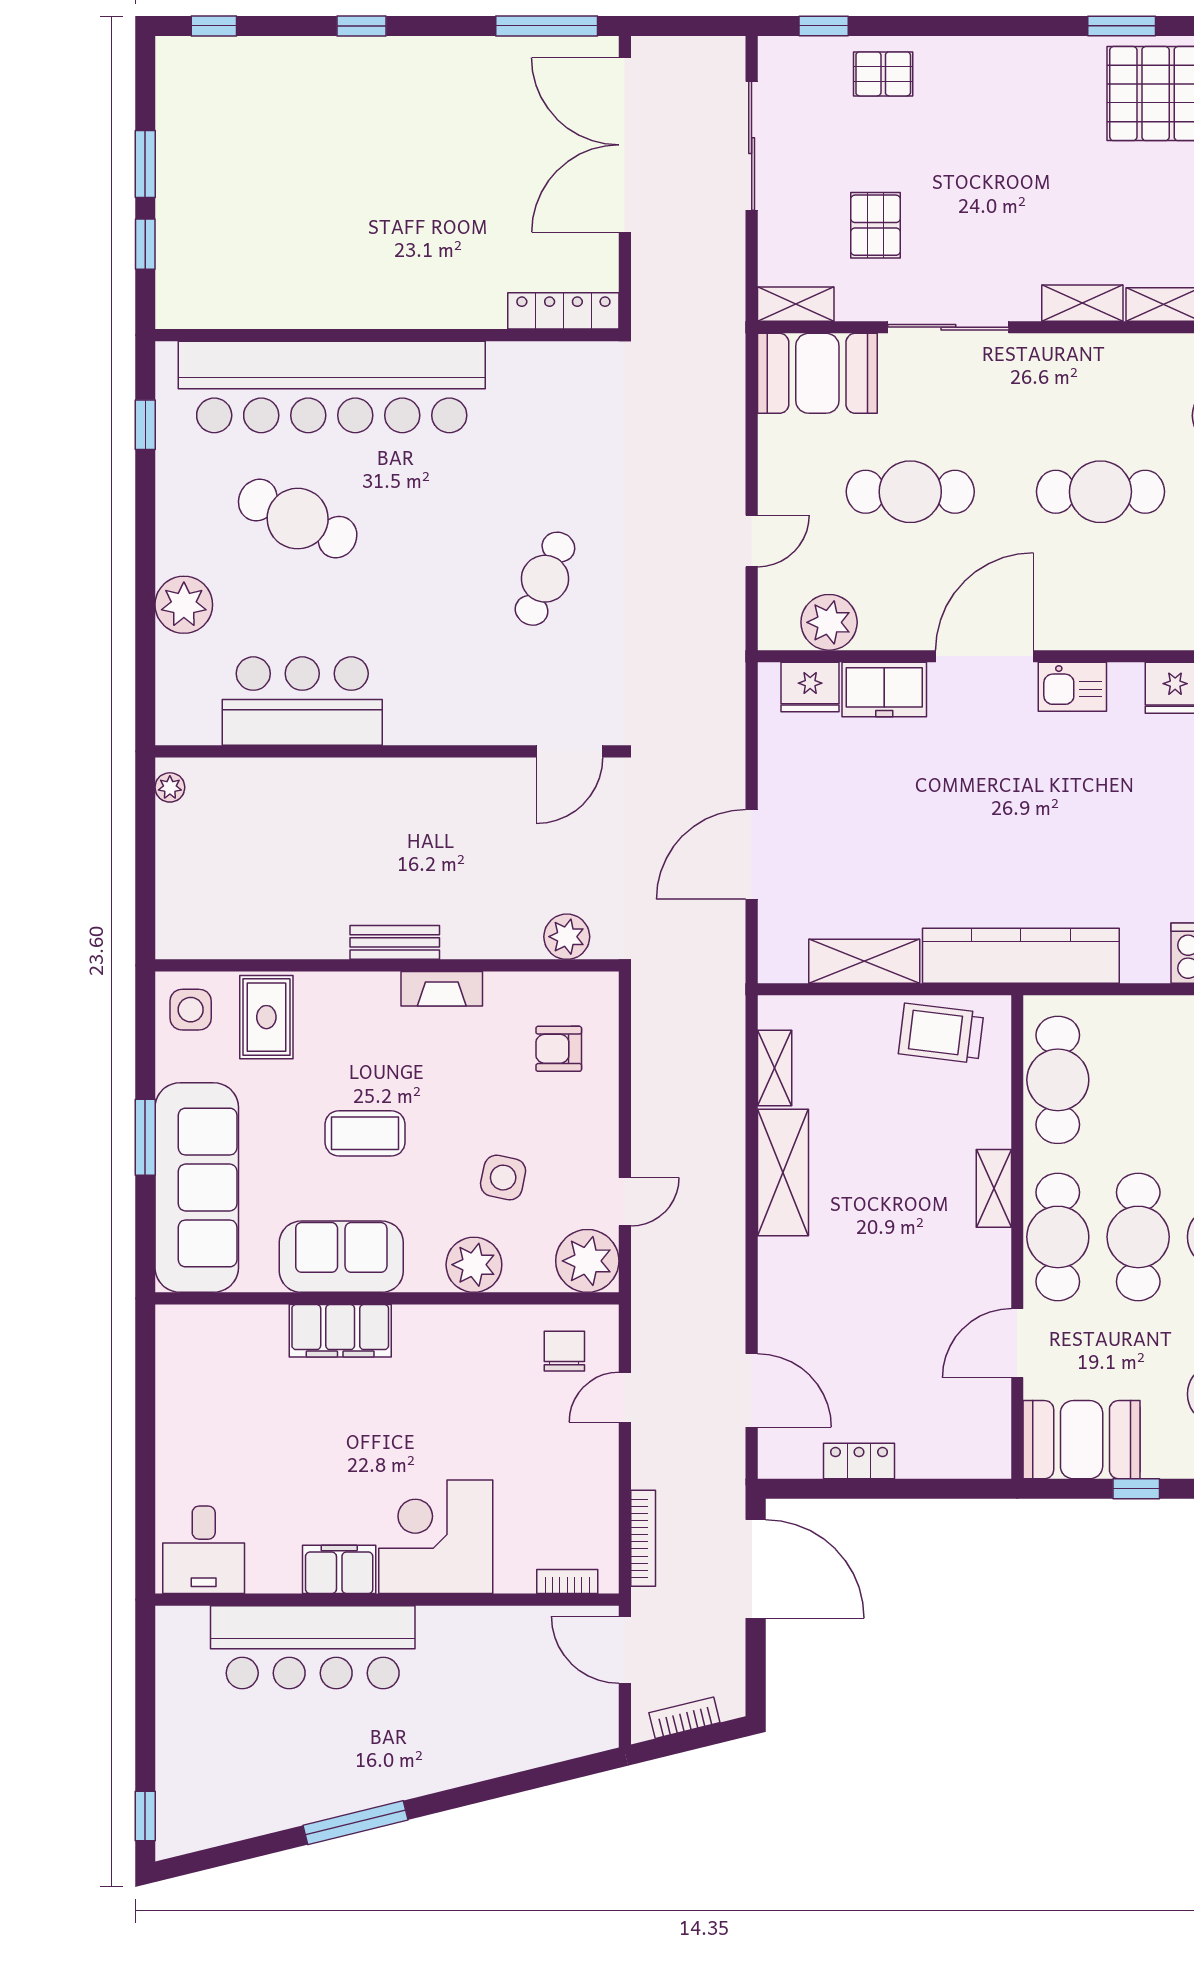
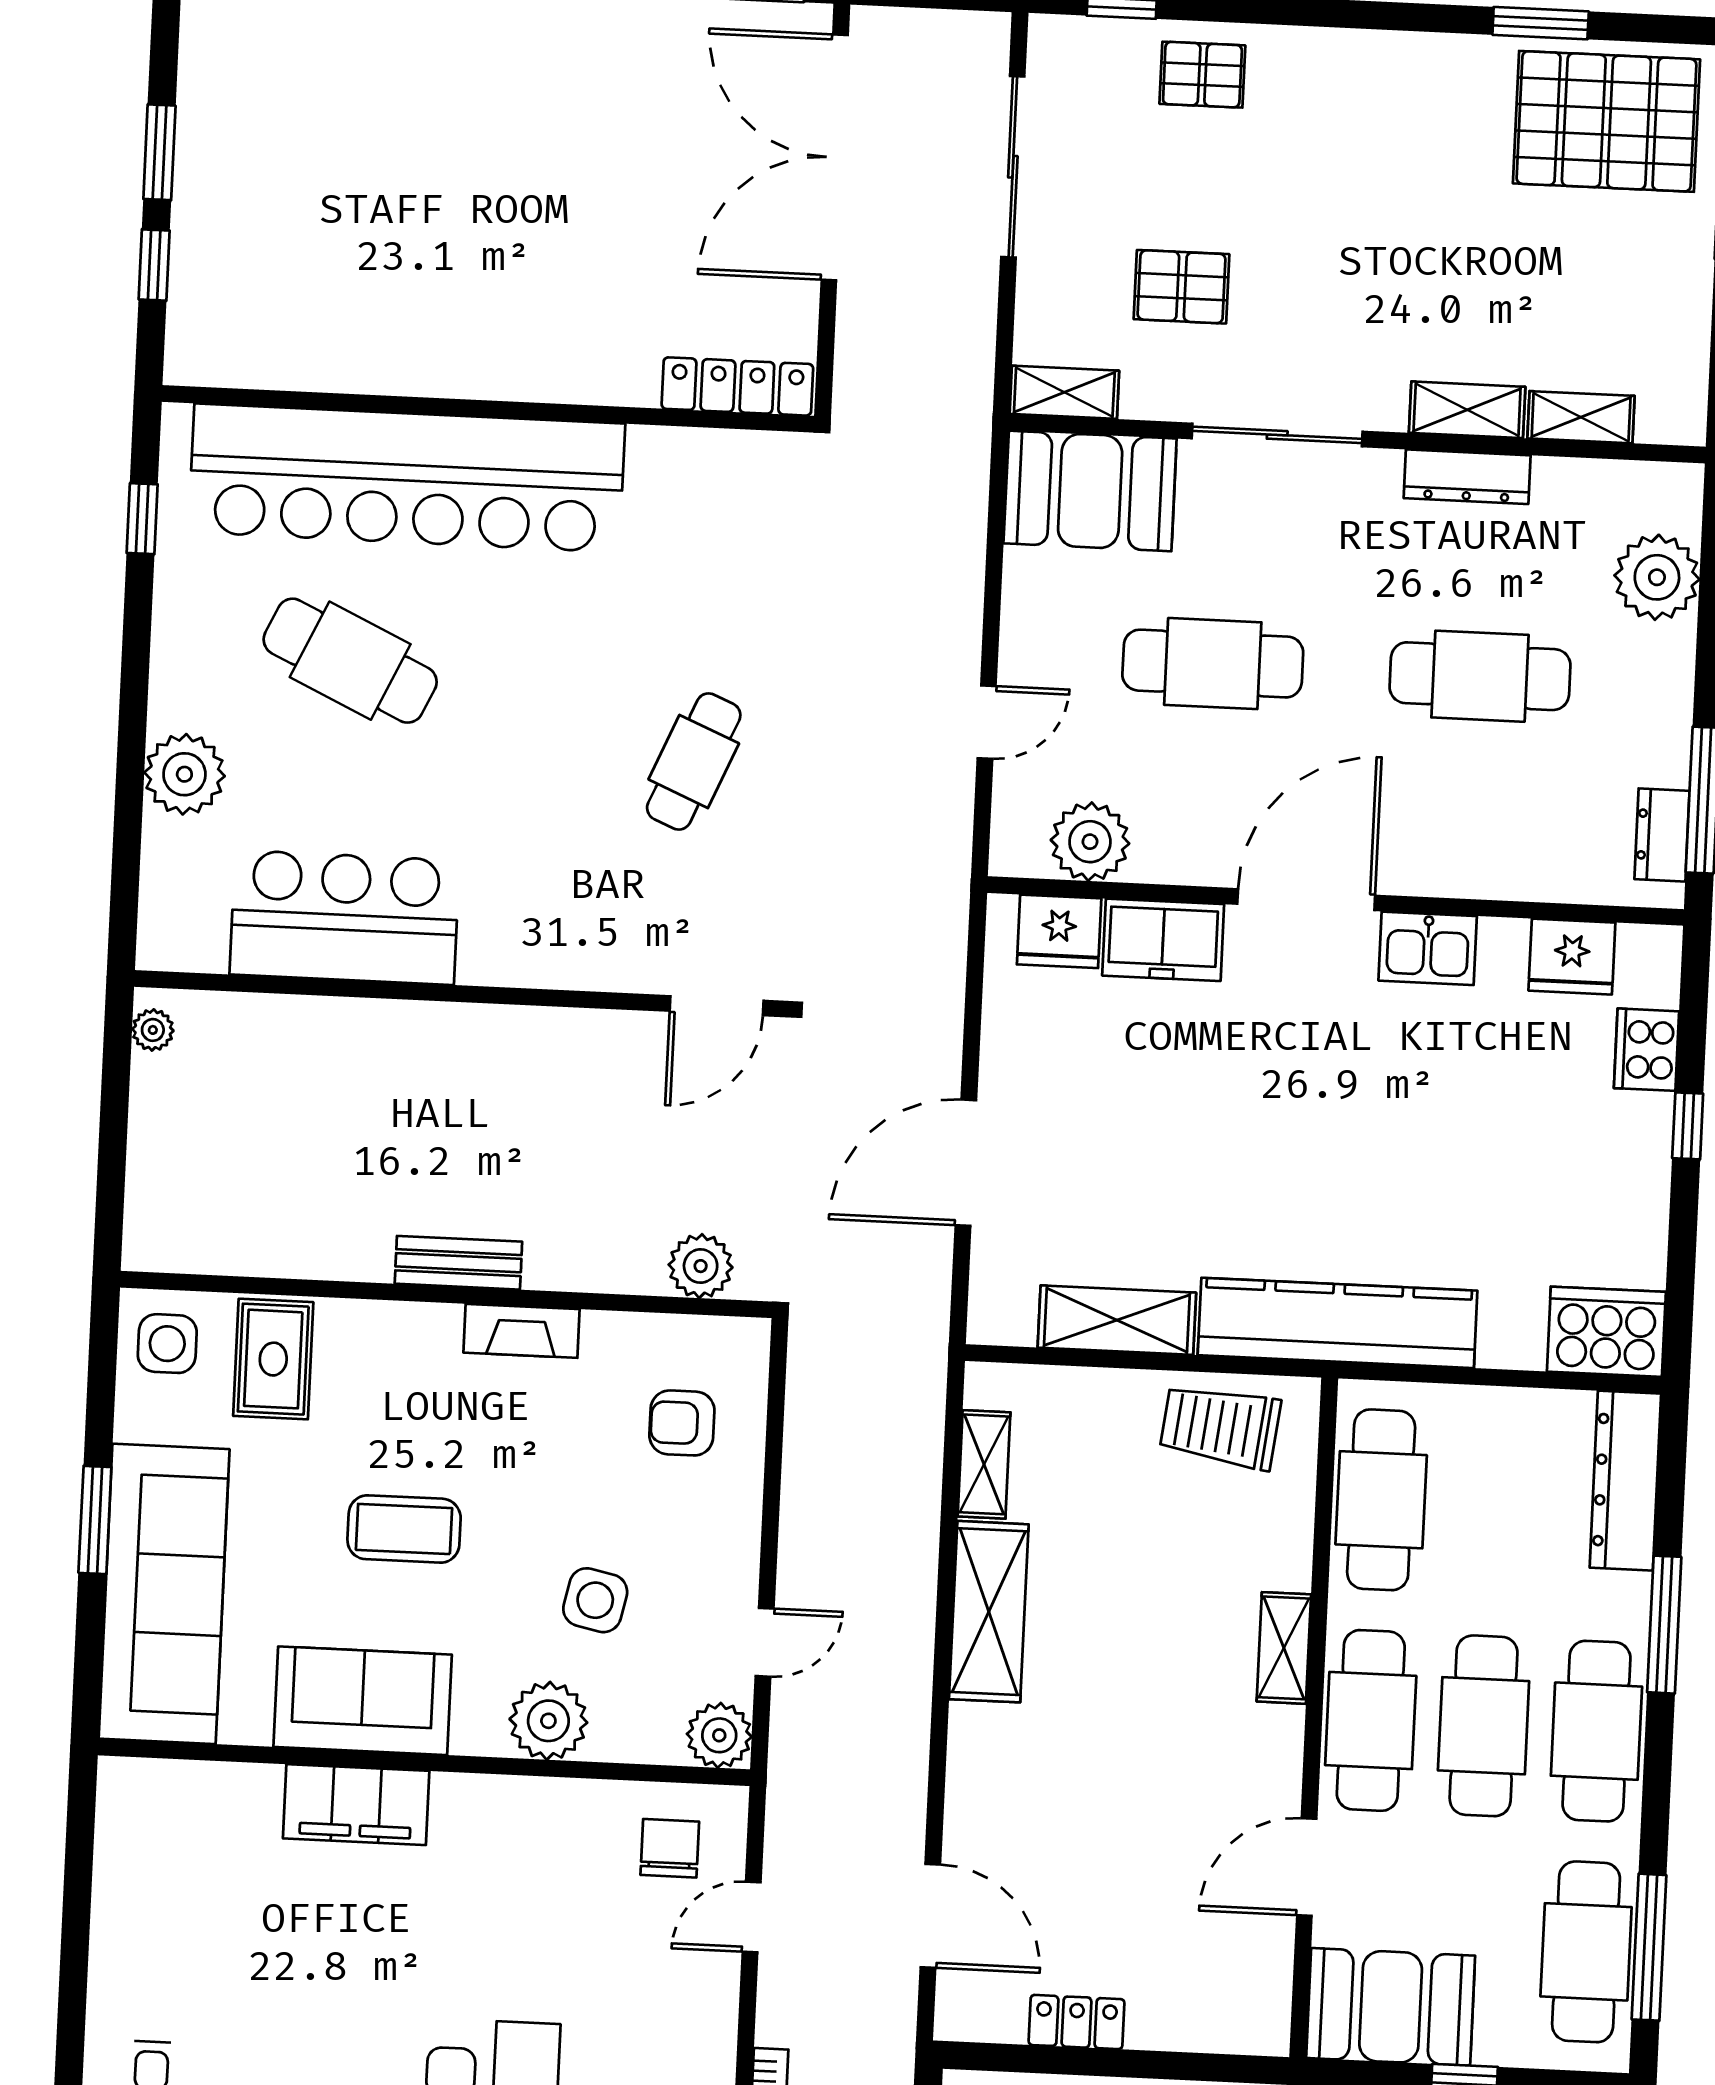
pallet: (875, 225) -> (1182, 287), turned 90
dresser: (1085, 351) -> (1467, 477), added
plant: (587, 1261) -> (719, 1735), width x0.73, depth x0.73

